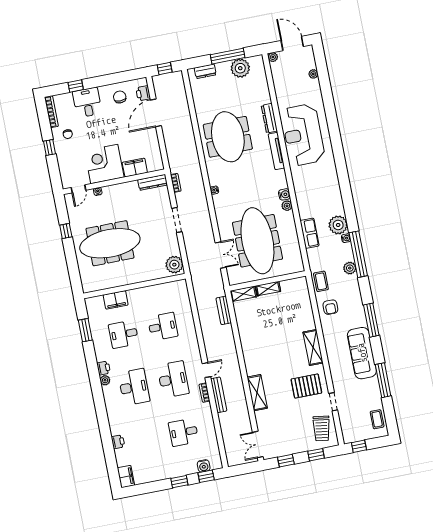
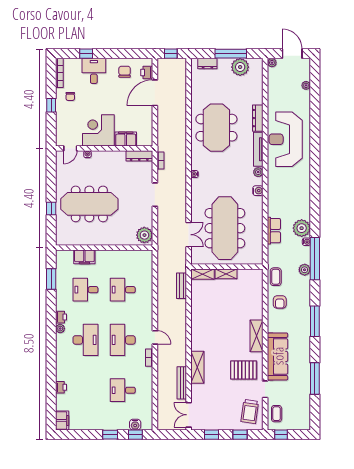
plant: (287, 206) -> (258, 172), moved
window: (66, 231) -> (51, 209), moved
desk: (163, 327) -> (123, 290), turned 180
sofa: (362, 353) -> (278, 356), moved, turned 180
door: (206, 370) -> (155, 337), hinge flipped
desk: (173, 379) -> (123, 340), turned 180
bench: (219, 395) -> (182, 383), moved
coffee table: (377, 419) -> (277, 414), moved

